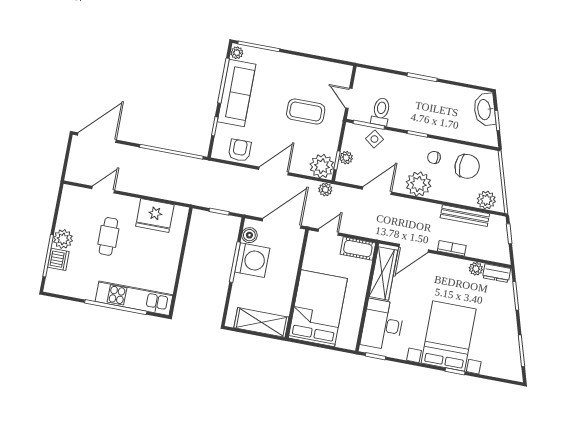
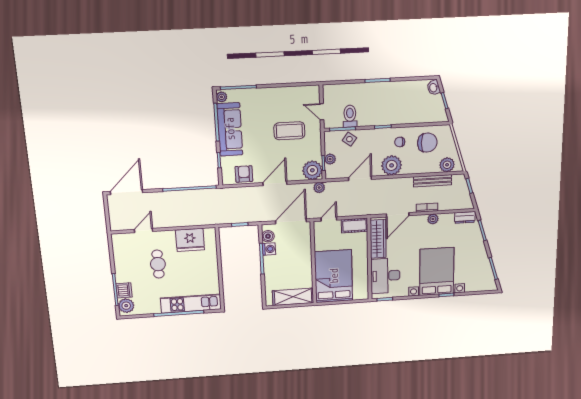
washbasin: (485, 110) -> (434, 88), width x0.52, depth x0.69
plant: (63, 239) -> (126, 306), moved
washing machine: (252, 260) -> (269, 249), width x0.53, depth x0.53
plant: (476, 269) -> (433, 219), moved

